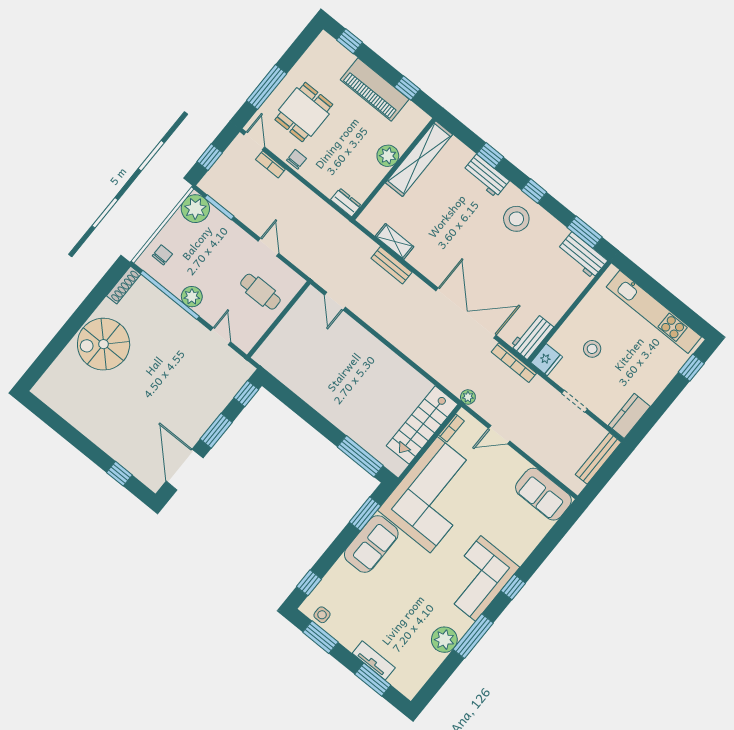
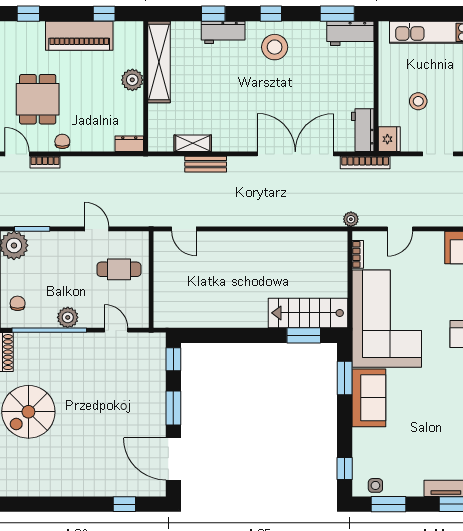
stairs: (422, 425) -> (308, 313), moved, turned 90
window: (360, 456) -> (304, 335), width x0.69

